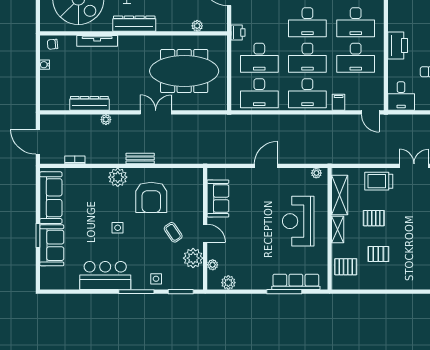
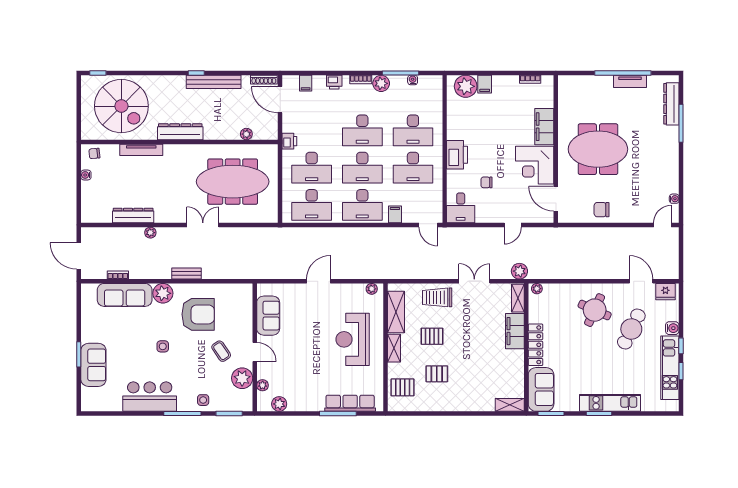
armchair: (151, 197) -> (198, 314), turned -90
sofa: (51, 198) -> (125, 295), moved, turned 90

